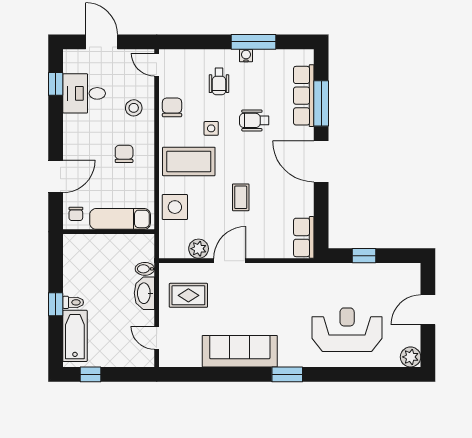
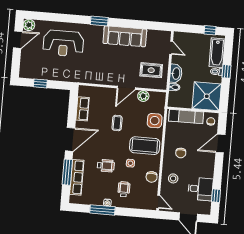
door: (321, 161) -> (70, 139), hinge flipped
row of seats: (304, 237) -> (82, 109), moved
window: (364, 256) -> (40, 83), moved
shower: (87, 258) -> (207, 96), added
door: (428, 310) -> (18, 40), moved

